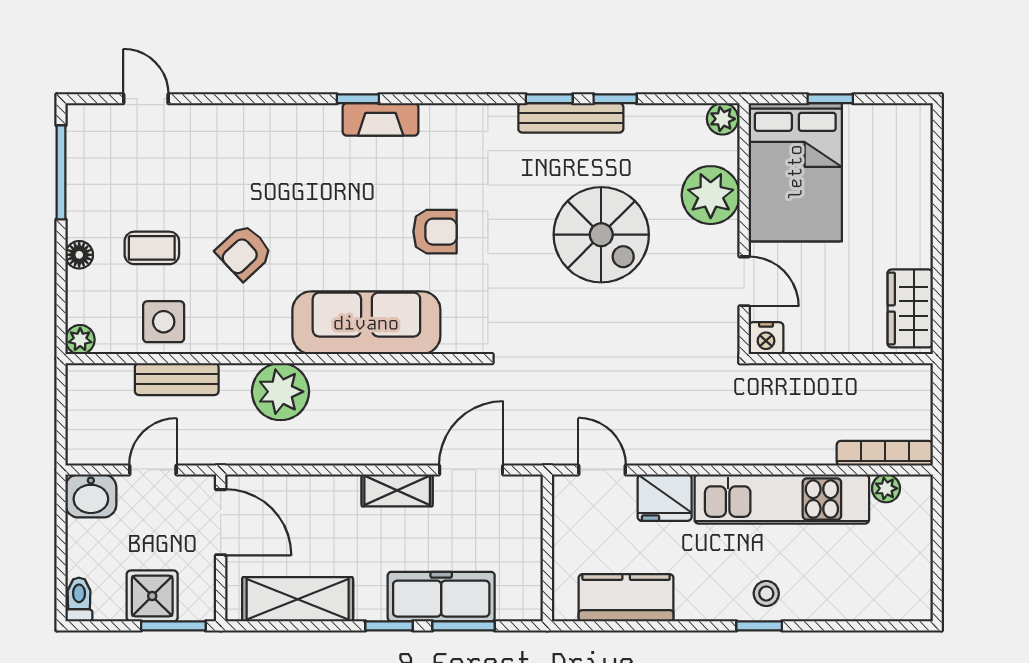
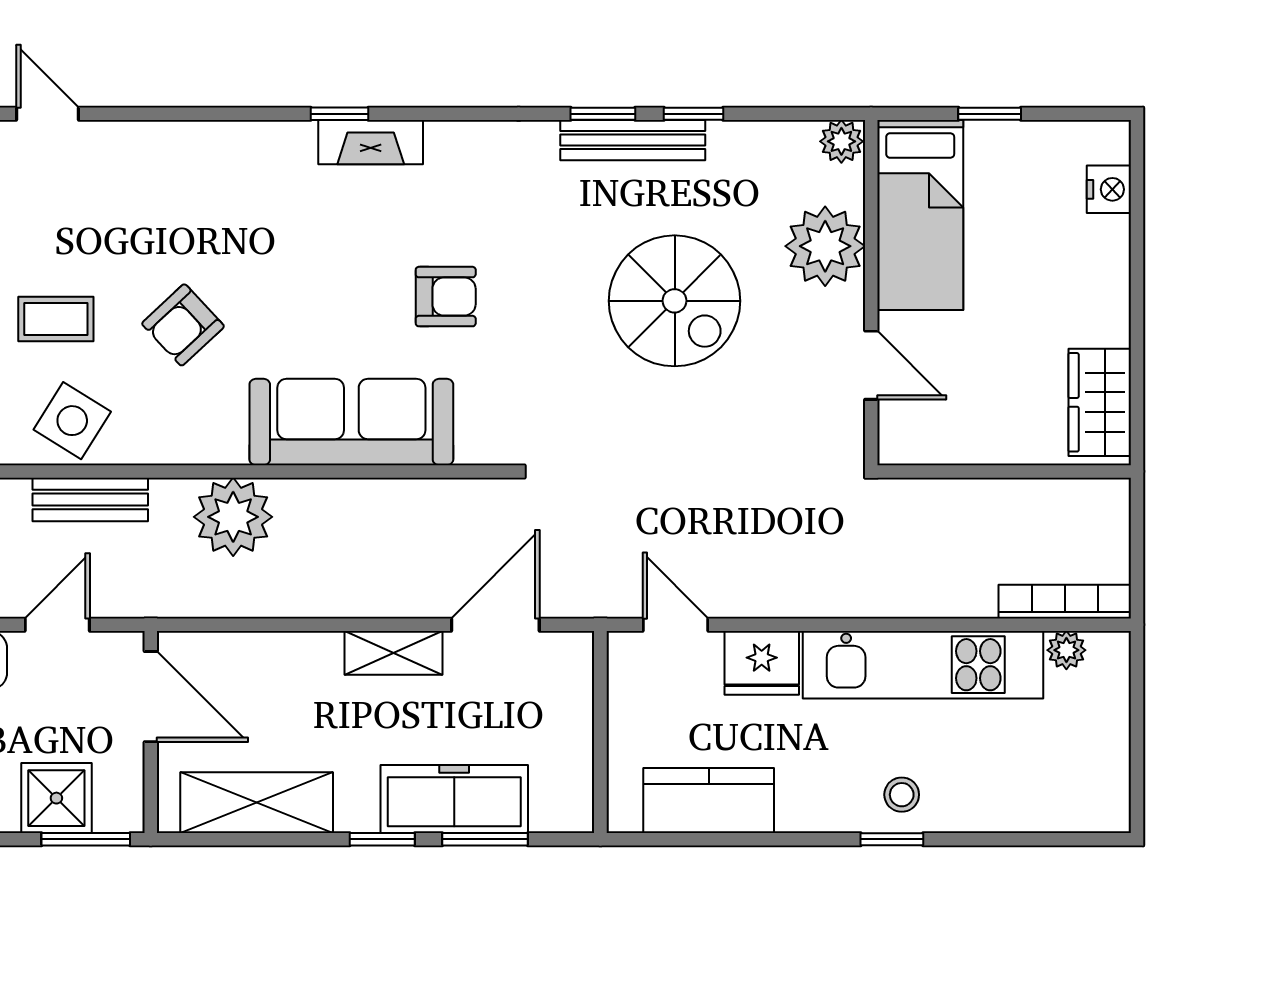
bed: (795, 172) -> (920, 215), width x0.67
side table: (164, 322) -> (72, 421), turned 32
nightstand: (766, 338) -> (1109, 189), moved, turned -90

